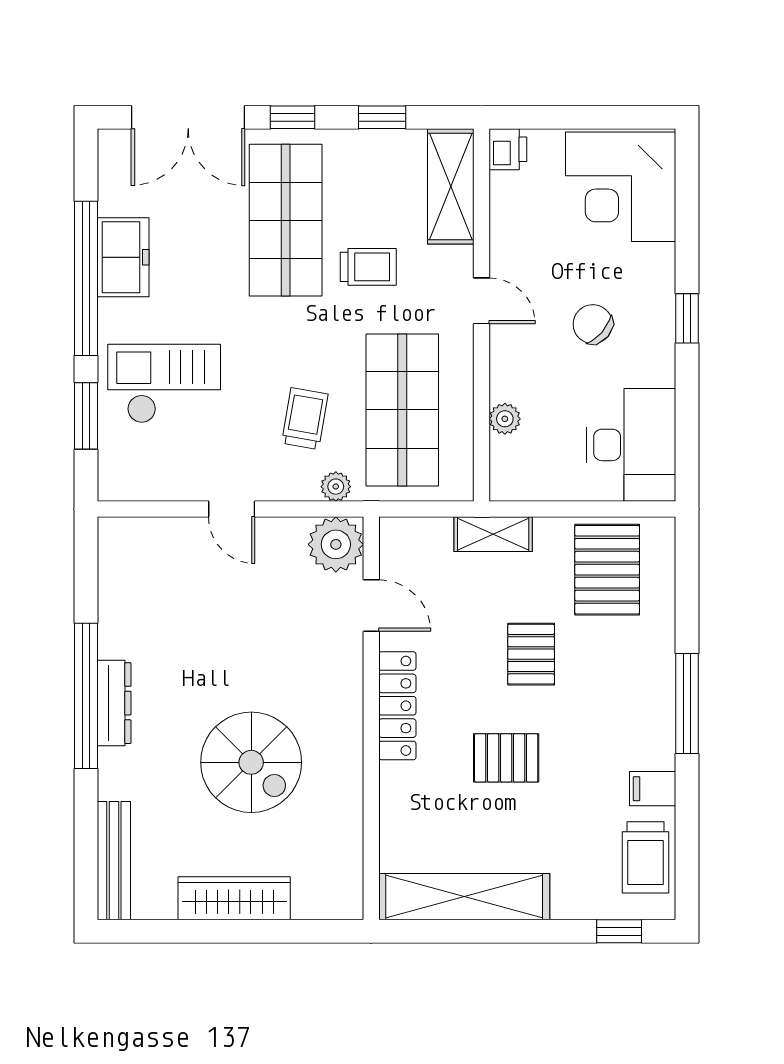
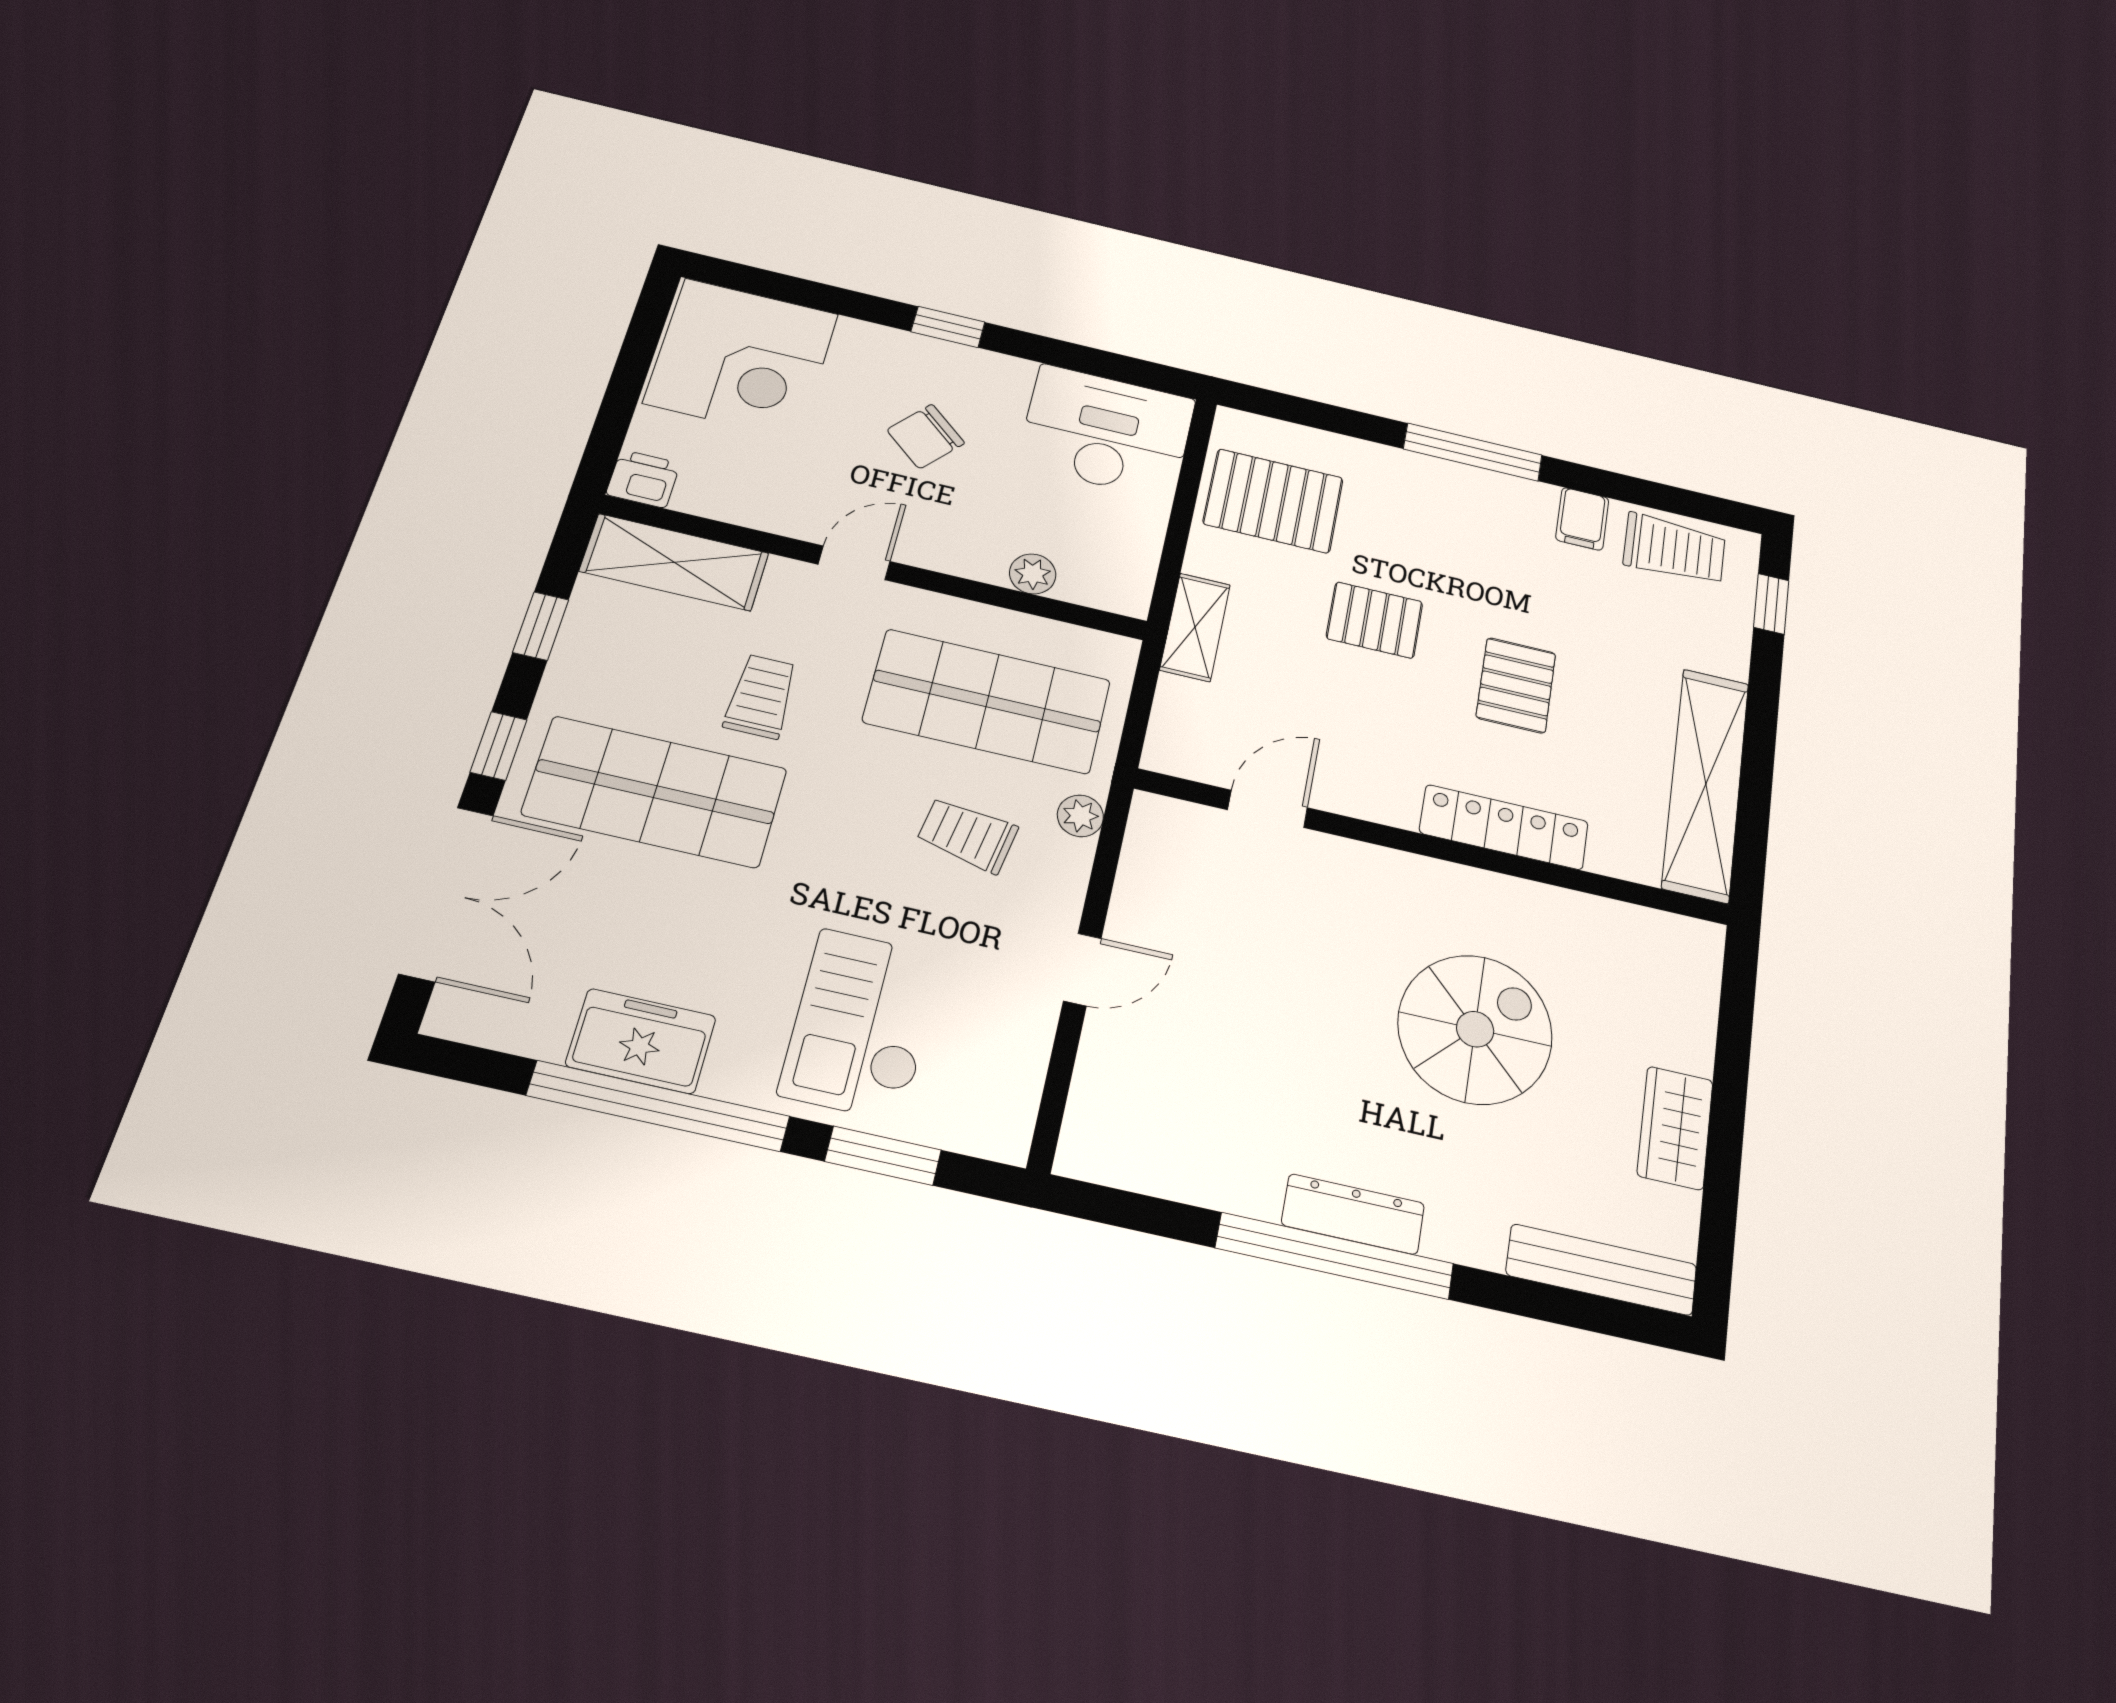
plant: (336, 544) -> (1167, 836), removed
locker: (397, 706) -> (1504, 827), moved
wardrobe: (234, 898) -> (1675, 1128), width x0.67

